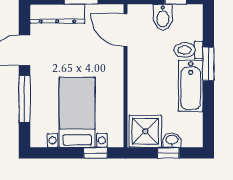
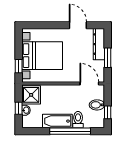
door: (126, 30) -> (89, 83), hinge flipped
window: (208, 64) -> (70, 131), width x2.11
window: (25, 99) -> (50, 25), removed
bed with nightstands: (77, 112) -> (42, 56), width x1.36

